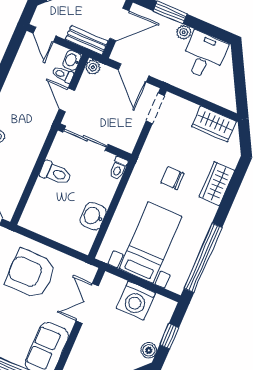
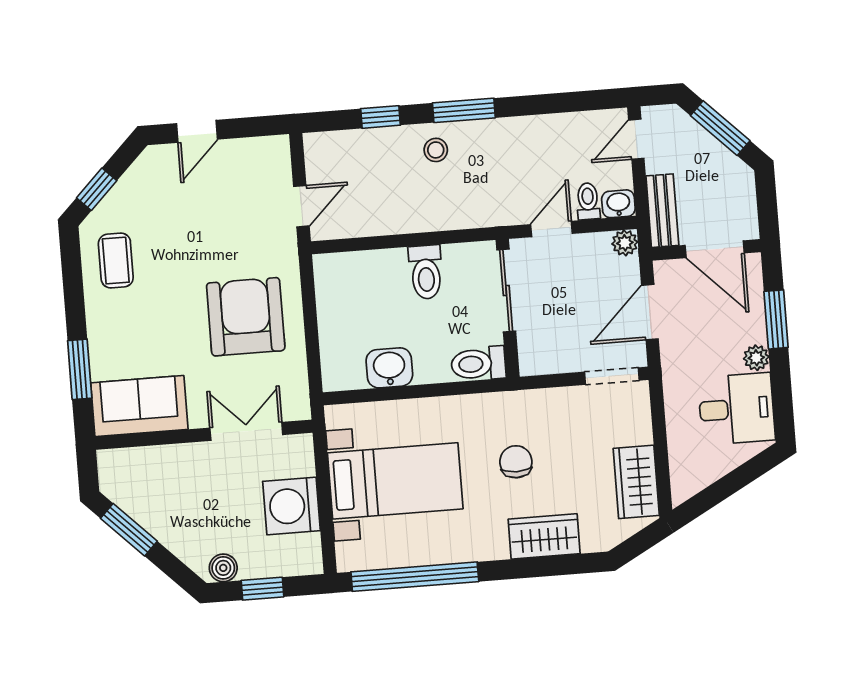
toilet: (118, 168) -> (478, 364), width x1.37, depth x1.39

